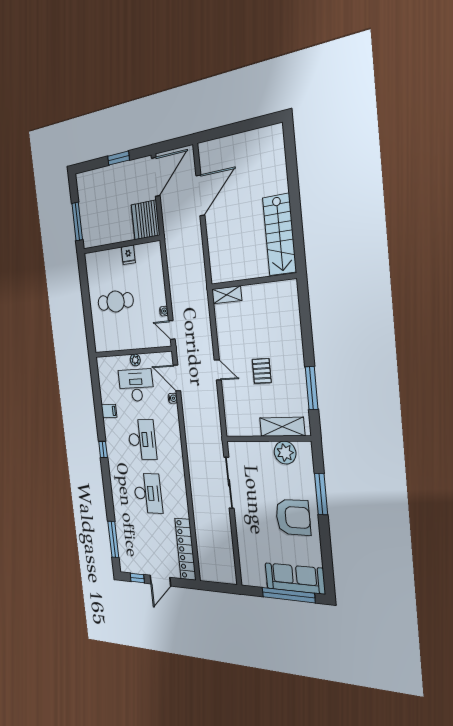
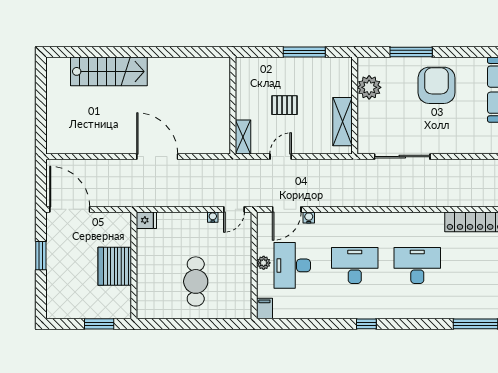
door: (200, 195) -> (157, 157), moved
server rack: (145, 220) -> (115, 266), moved, turned 90
window: (77, 221) -> (99, 324), width x0.69
stairs: (279, 235) -> (109, 71), moved
fridge: (128, 255) -> (146, 220), moved
wall: (253, 281) -> (233, 106), moved
shelving: (227, 295) -> (243, 137), moved
filing cabinet: (109, 411) -> (264, 309), moved
shelving: (282, 427) -> (343, 122), moved

